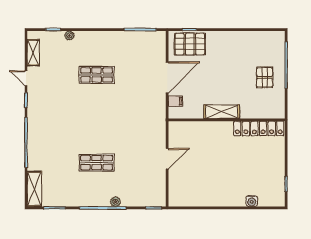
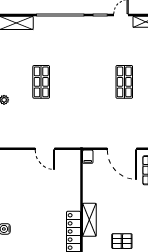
filing cabinet: (176, 101) -> (88, 157), moved
shelving: (222, 112) -> (89, 220), moved

